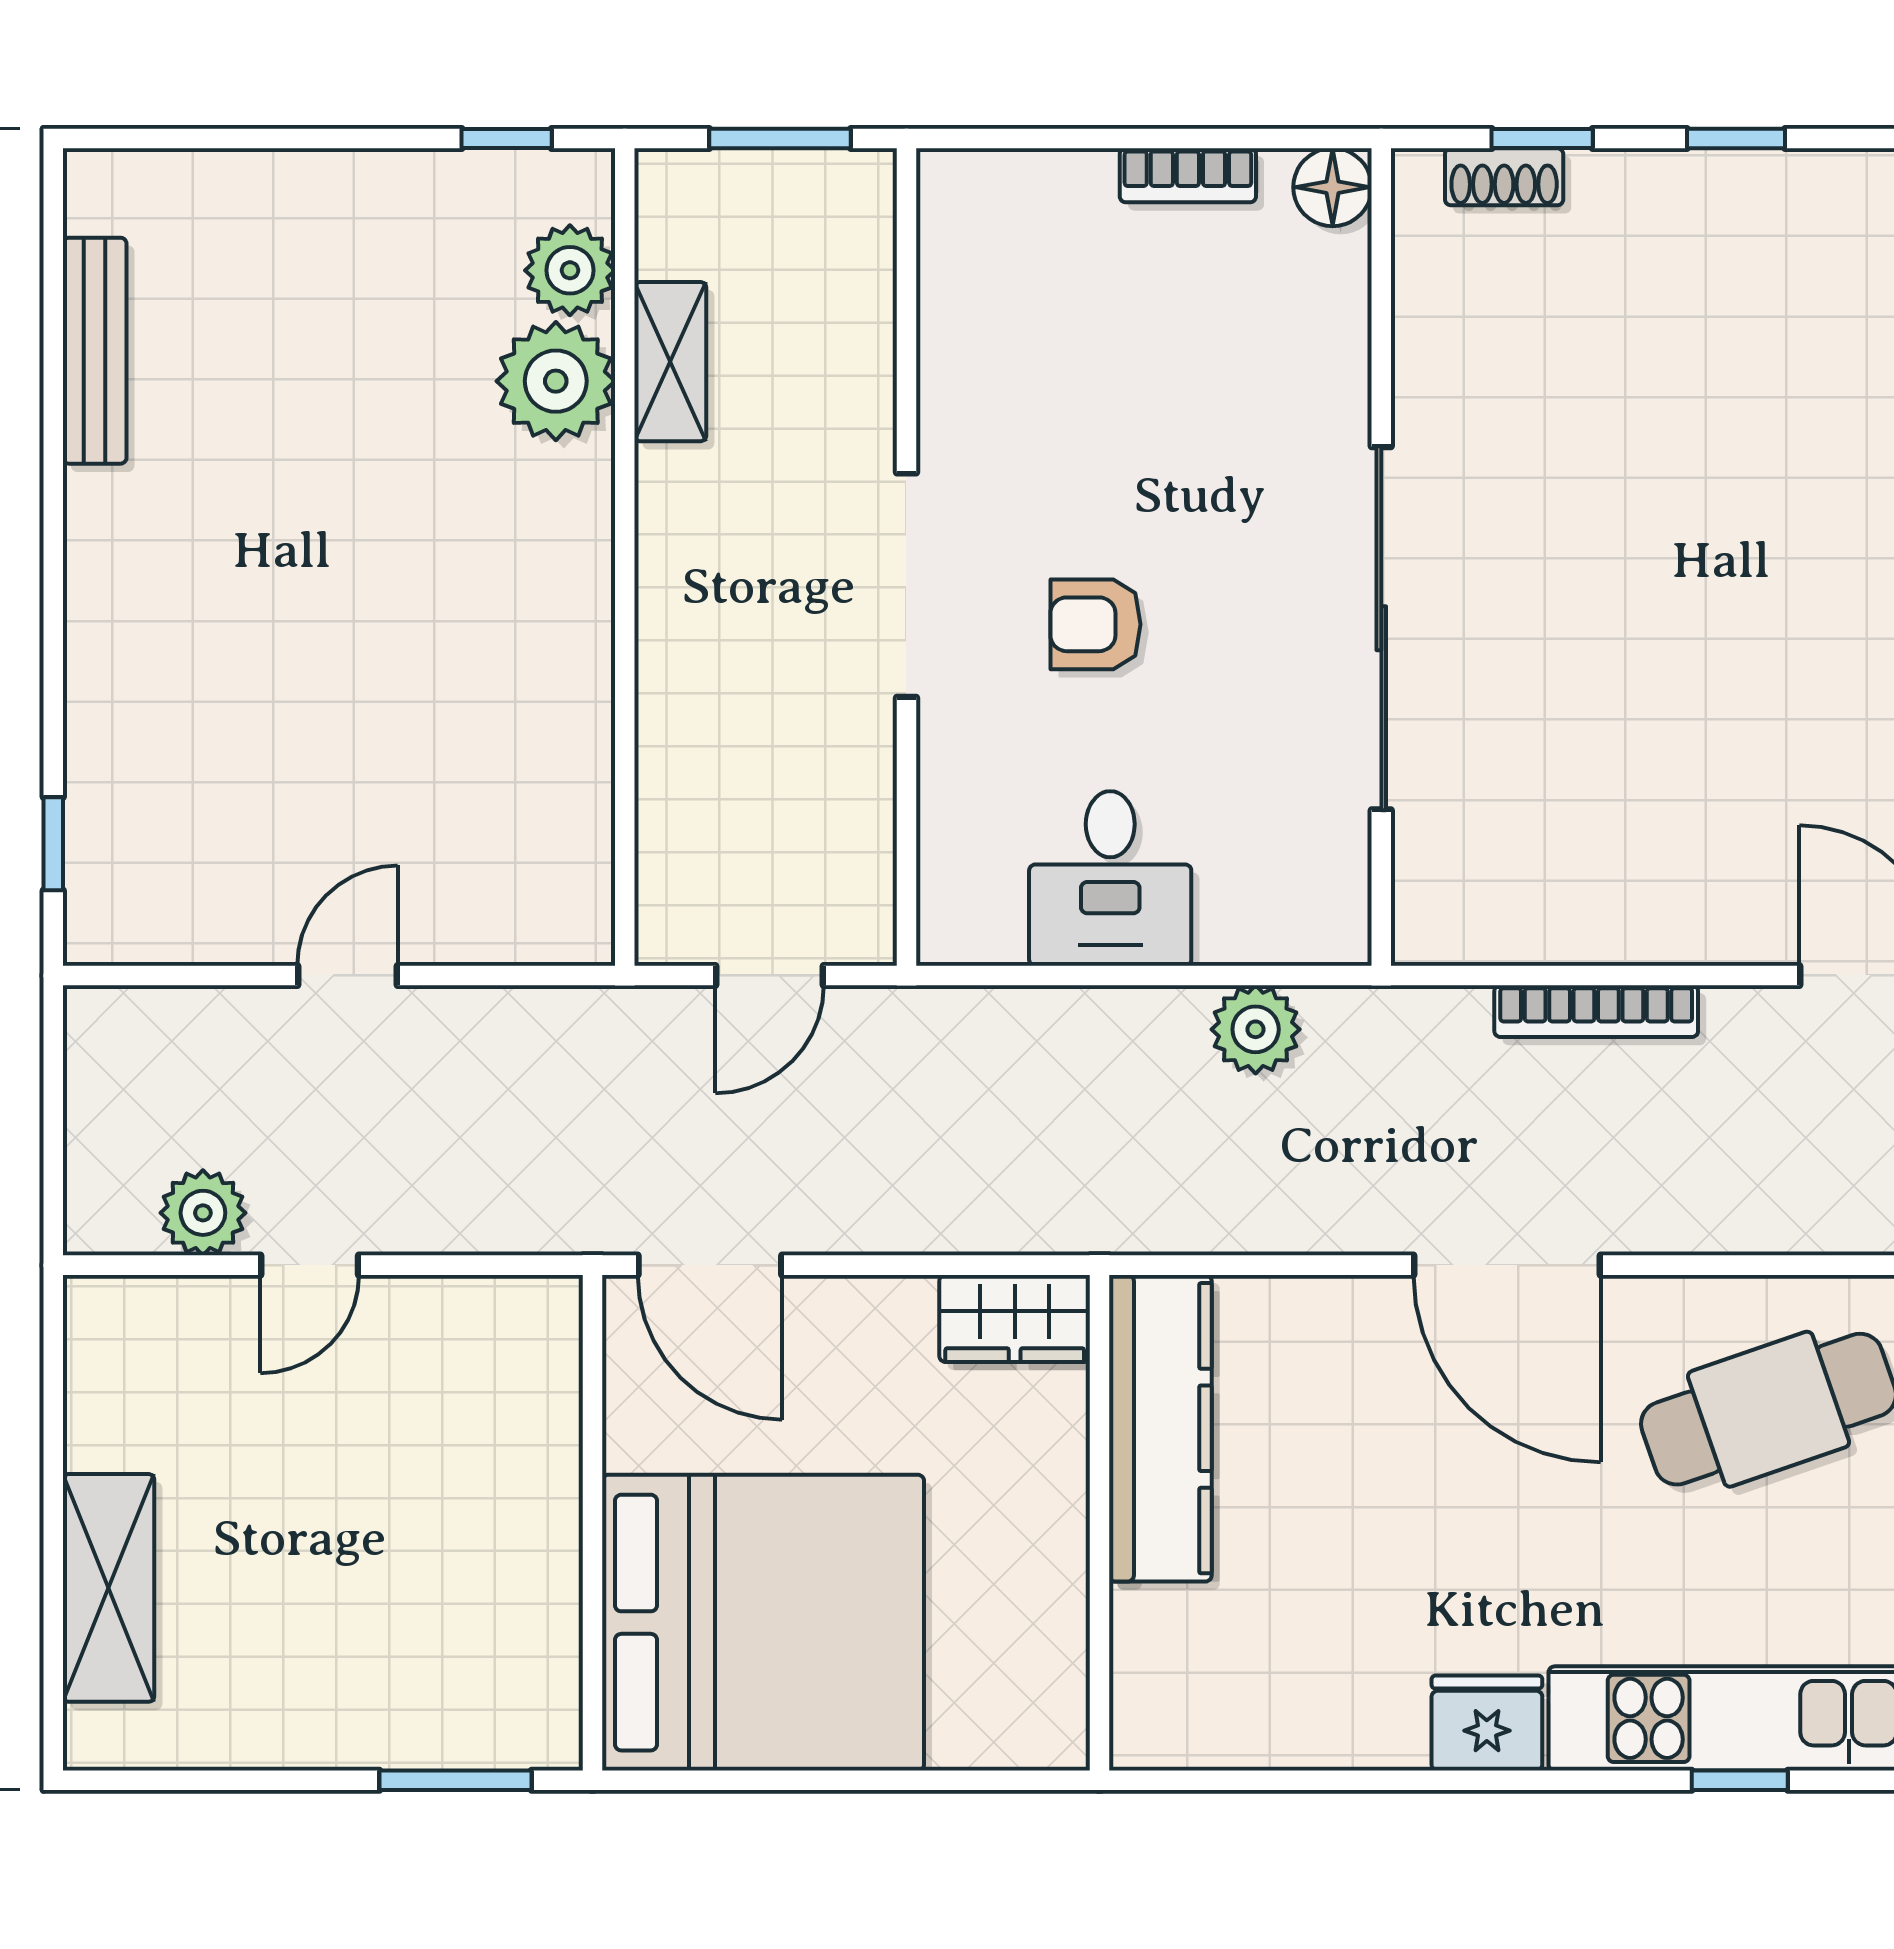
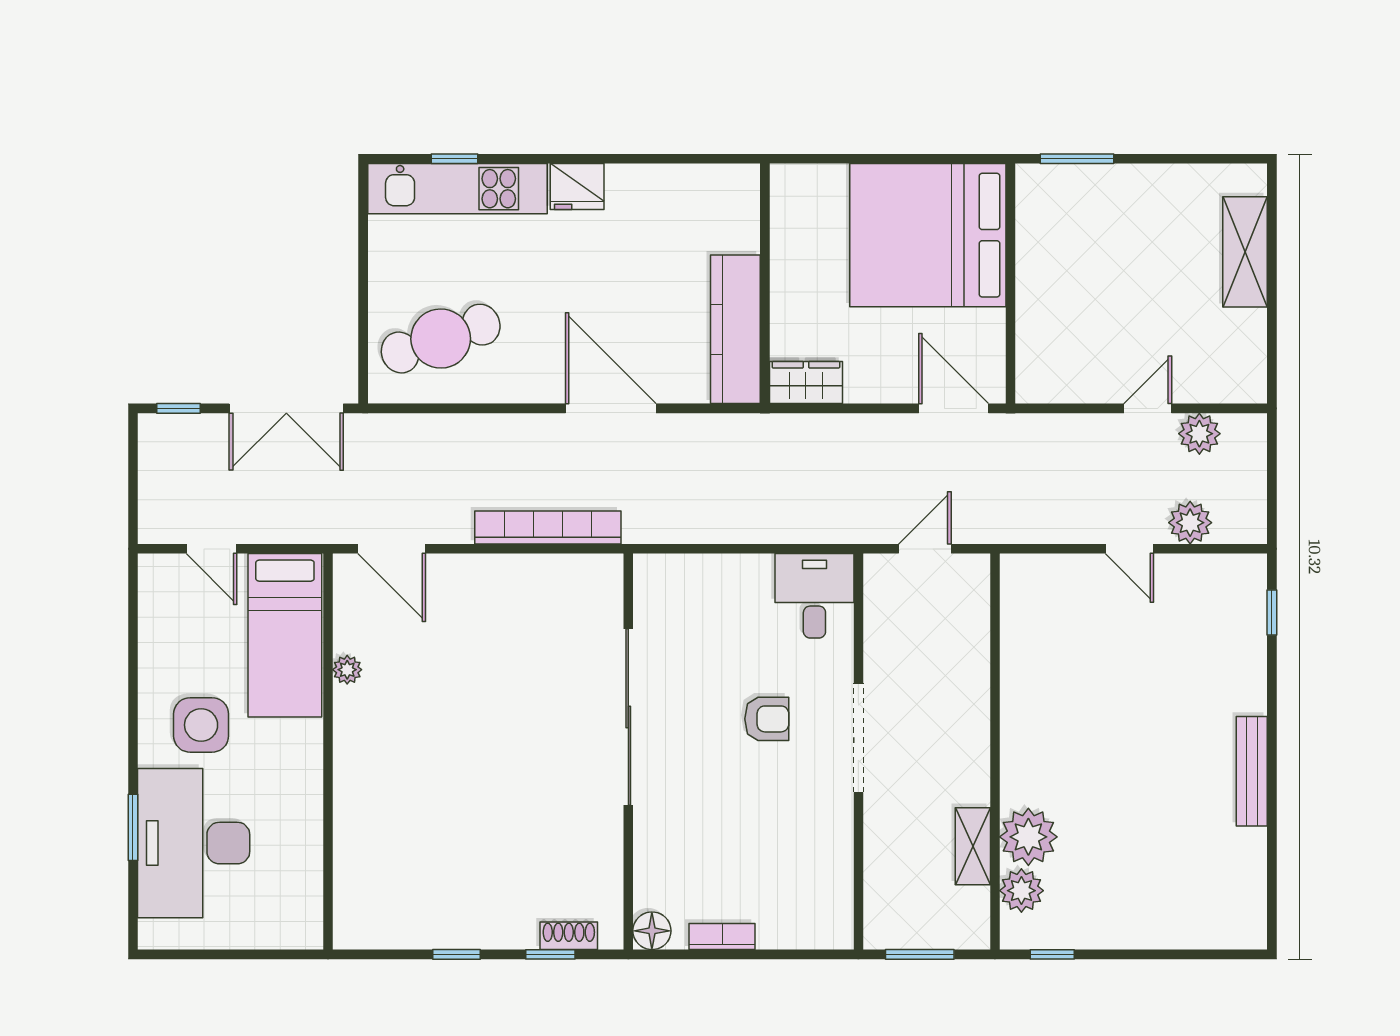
bench: (95, 351) -> (1252, 771), moved
desk: (1110, 878) -> (814, 596), moved
door: (347, 975) -> (1129, 549), hinge flipped
bookcase: (1596, 1011) -> (548, 528), width x1.48, depth x1.31
plant: (1256, 1029) -> (1190, 523), moved
door: (1507, 1265) -> (611, 408), moved

